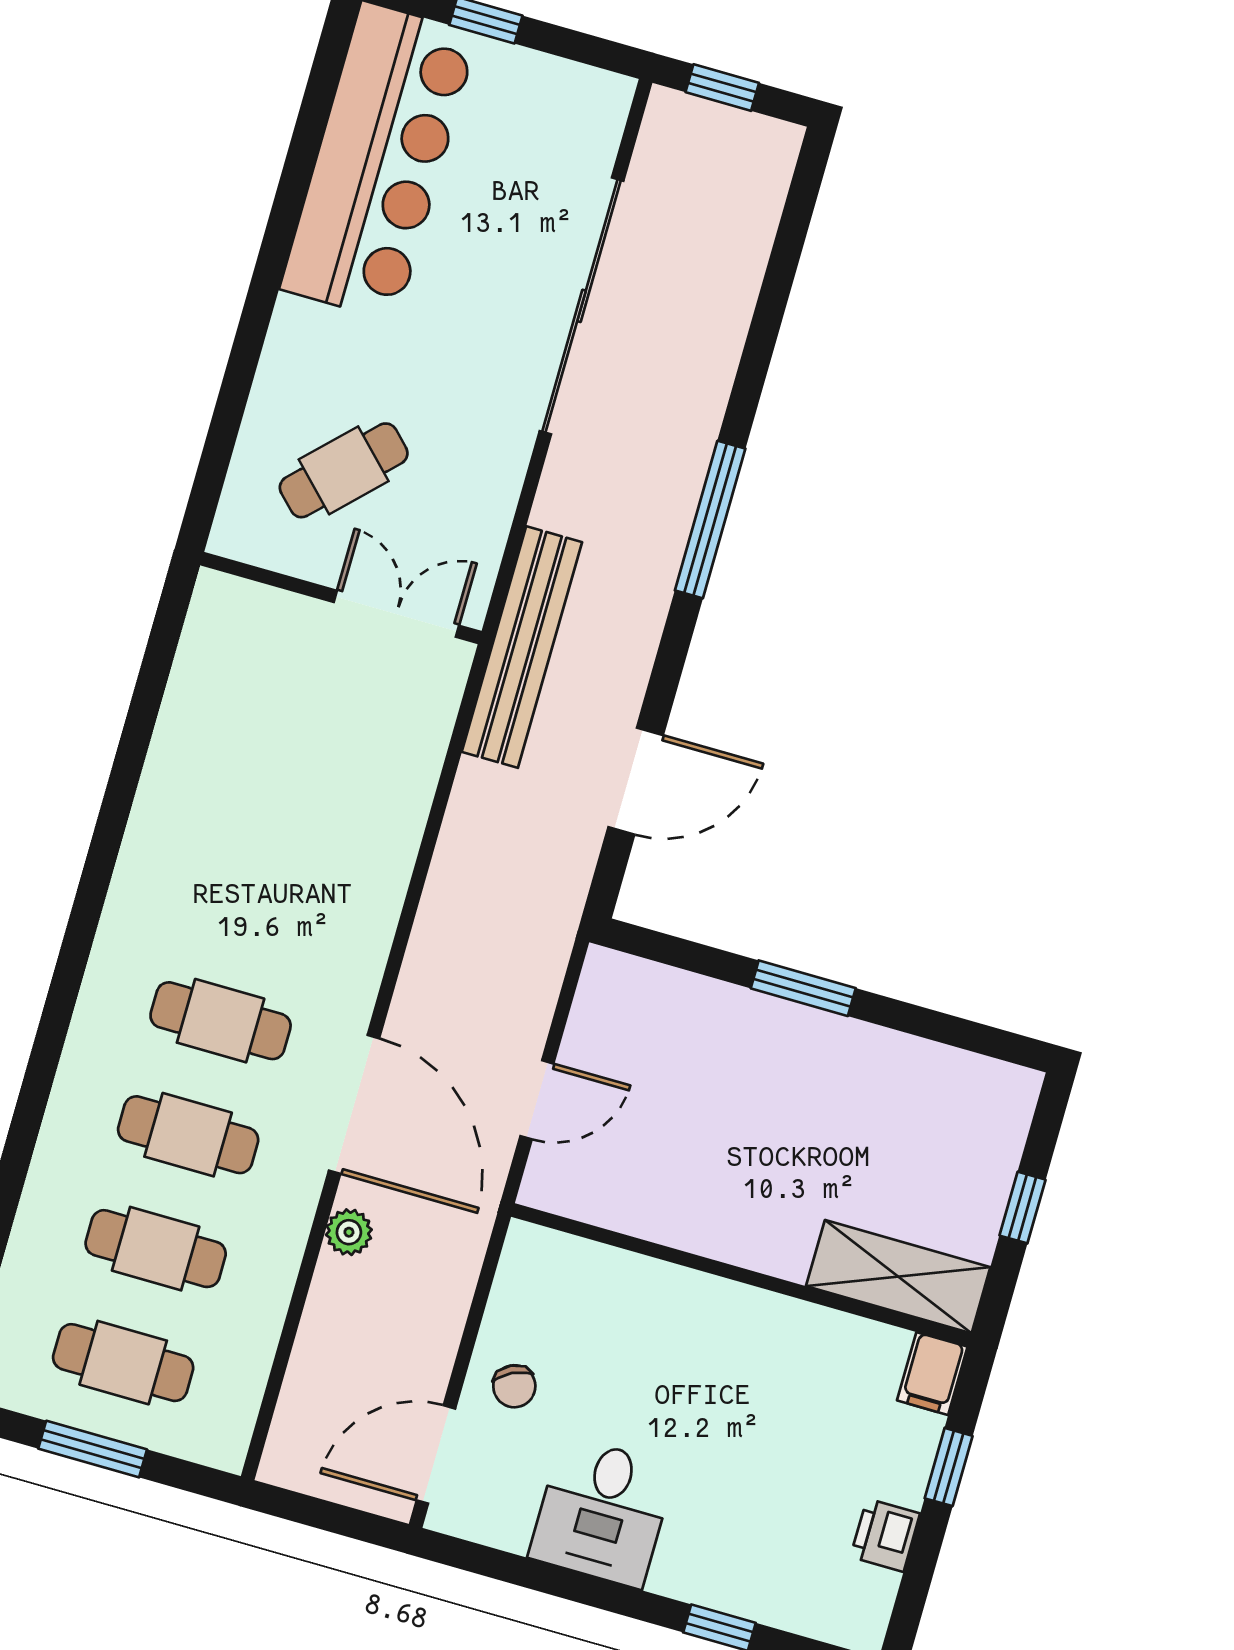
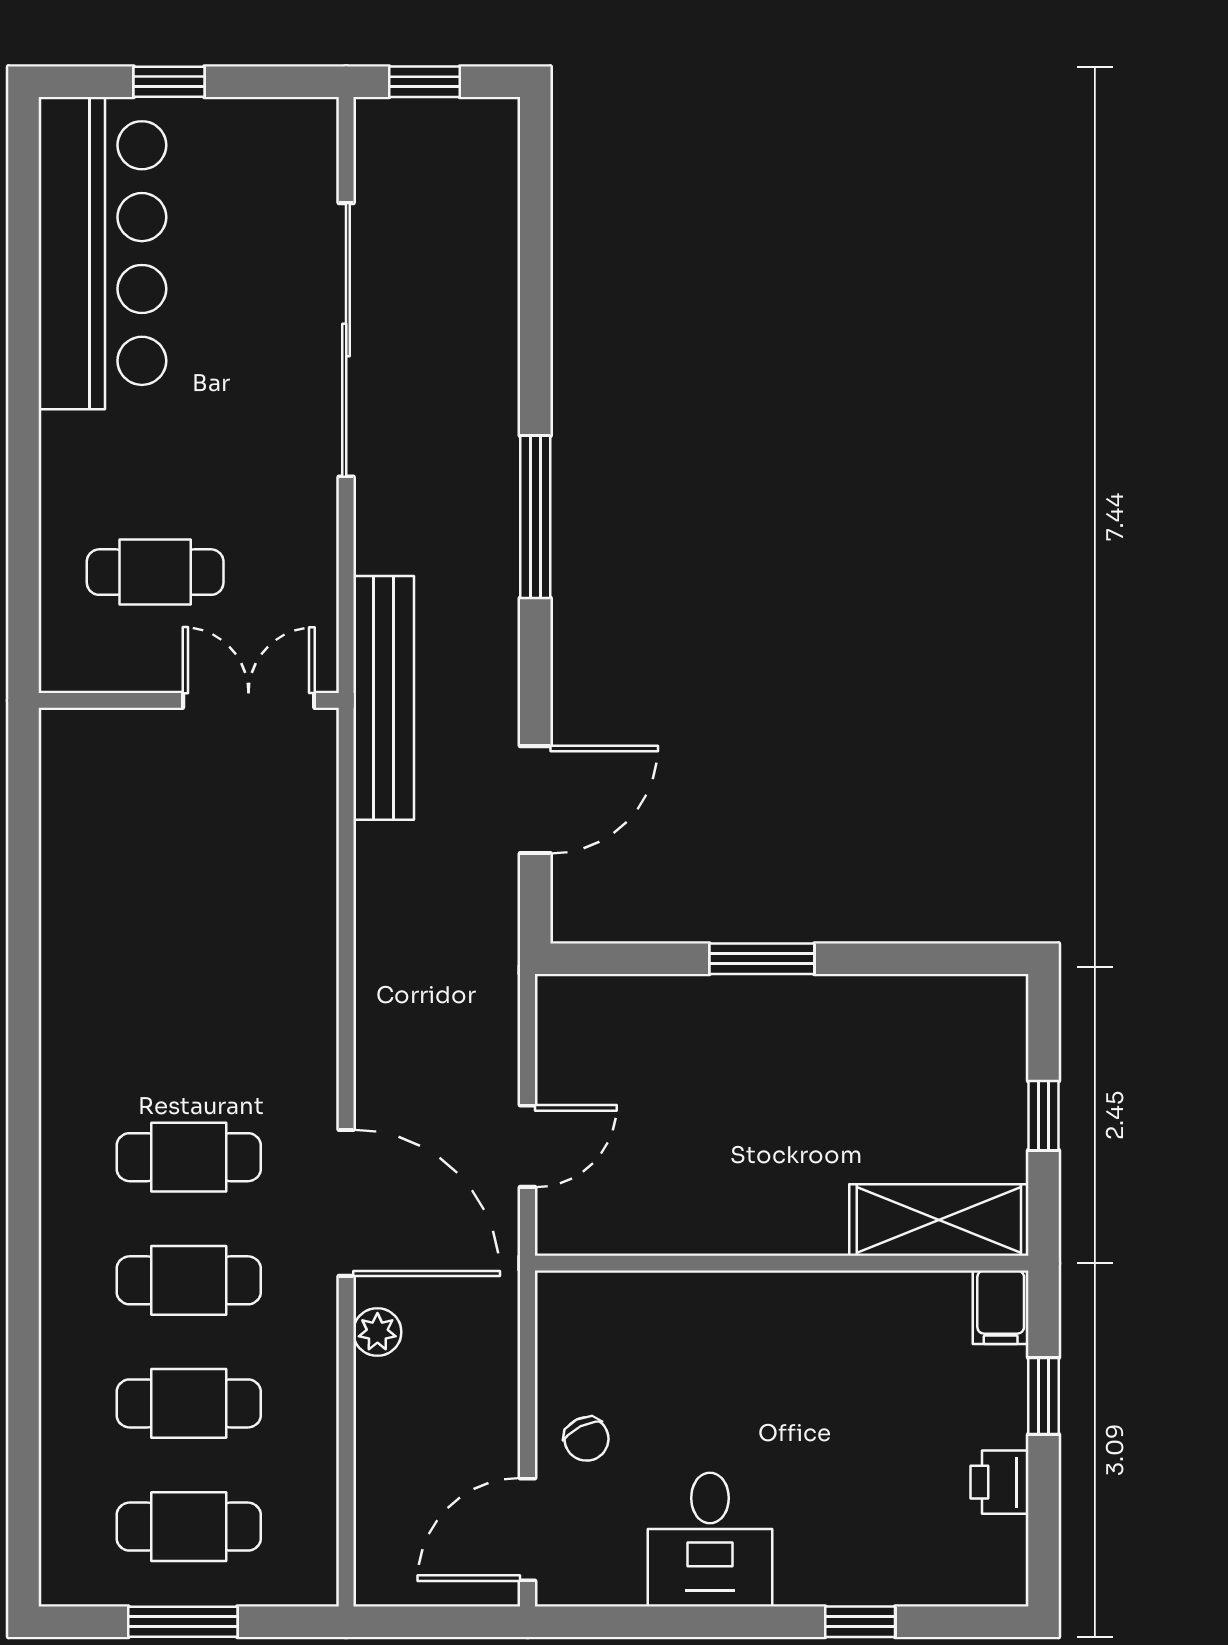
cafe table: (344, 470) -> (155, 572), turned 45

